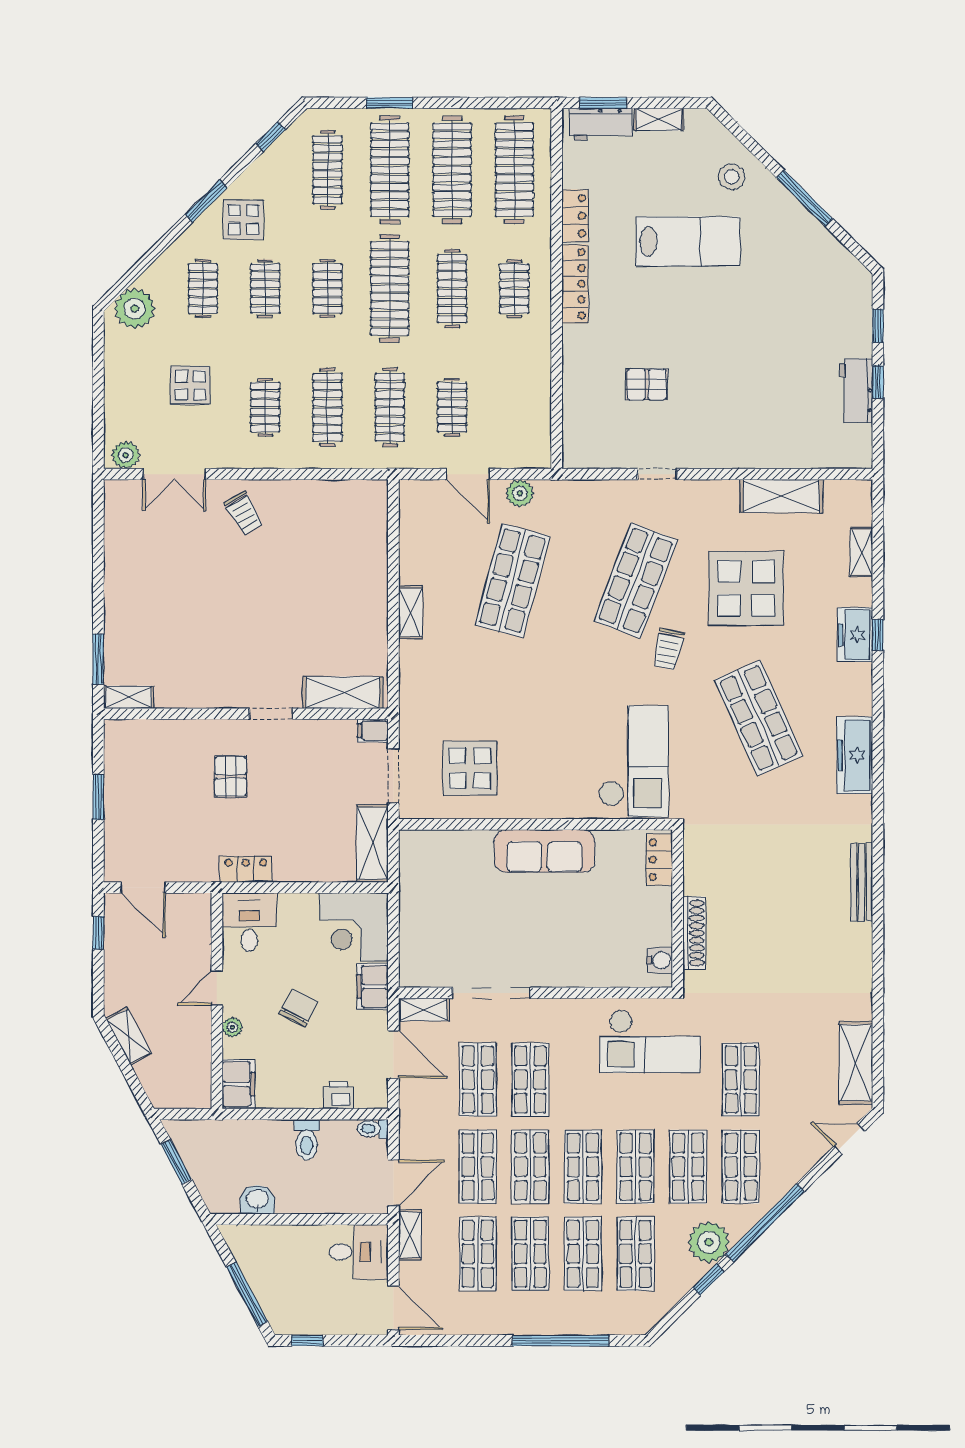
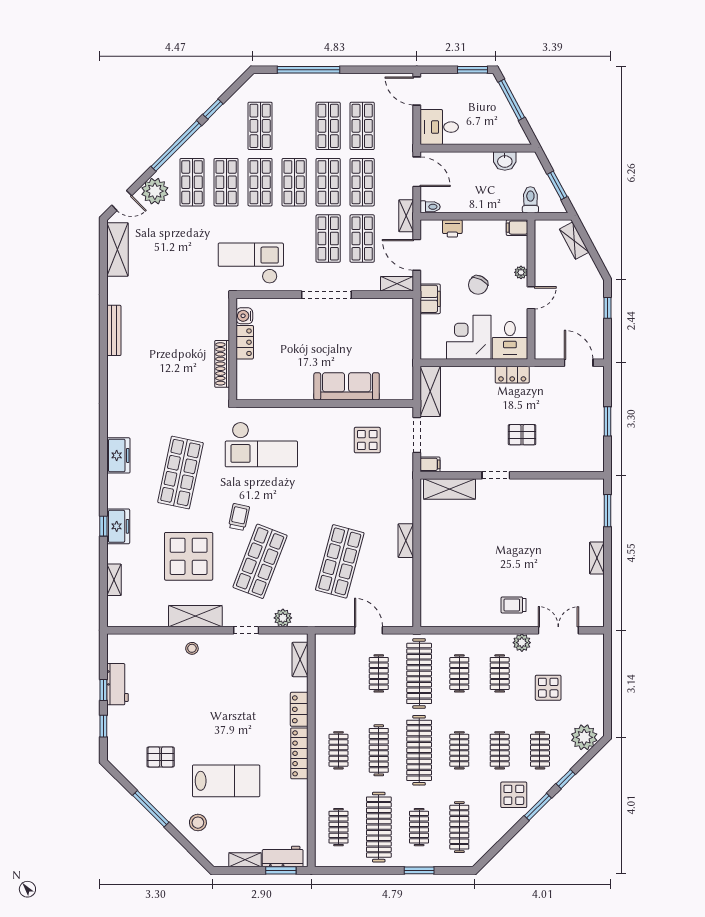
window: (271, 137) -> (566, 779), moved
clothes rail: (390, 170) -> (419, 827), width x0.54, depth x0.76
clothes rail: (514, 170) -> (338, 827), width x0.54, depth x0.76
locker: (575, 216) -> (299, 709), moved
lab bench: (688, 241) -> (226, 781), turned 180
pallet: (647, 384) -> (161, 757), moved
clothes rail: (327, 407) -> (459, 673), width x0.73
clothes rail: (390, 407) -> (419, 673), width x1.37, depth x1.31
shelving: (574, 429) -> (300, 659), added
stool: (741, 446) -> (192, 648), added
plant: (126, 455) -> (522, 643), moved
plant: (520, 493) -> (283, 618), moved
shelving: (781, 496) -> (195, 616), moved
trolley: (244, 513) -> (514, 605), turned -60
shelving: (129, 697) -> (597, 558), moved, turned 90
shop shelf: (759, 718) -> (180, 473), turned 36
freezer: (855, 755) -> (118, 455), width x0.71
checkout: (634, 761) -> (261, 444), turned -90
display table: (470, 768) -> (367, 440), width x0.73, depth x0.73
pallet: (231, 776) -> (522, 435), turned 90
sofa: (544, 851) -> (347, 386), moved
locker: (659, 860) -> (245, 342), moved
bench: (862, 882) -> (114, 330), moved
corner desk: (354, 927) -> (469, 337), moved, turned -90
window: (98, 933) -> (608, 308), moved
shoe rack: (694, 933) -> (222, 364), moved
doorway: (491, 993) -> (326, 295), moved
shelving: (129, 1036) -> (574, 241), moved
shop shelf: (741, 1080) -> (192, 239), removed
filing cabinet: (238, 1084) -> (517, 228), width x0.50
toilet: (307, 1140) -> (530, 200), moved
door: (393, 1183) -> (417, 172), swing flipped
shelving: (410, 1235) -> (406, 216), moved
plant: (709, 1242) -> (155, 191), moved
shop shelf: (583, 1254) -> (294, 126), removed
window: (307, 1340) -> (473, 70), width x1.50

